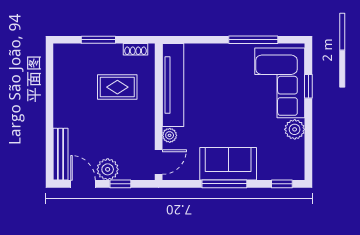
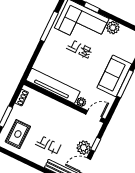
rug: (117, 87) -> (18, 134), moved
door: (159, 162) -> (94, 116), hinge flipped

